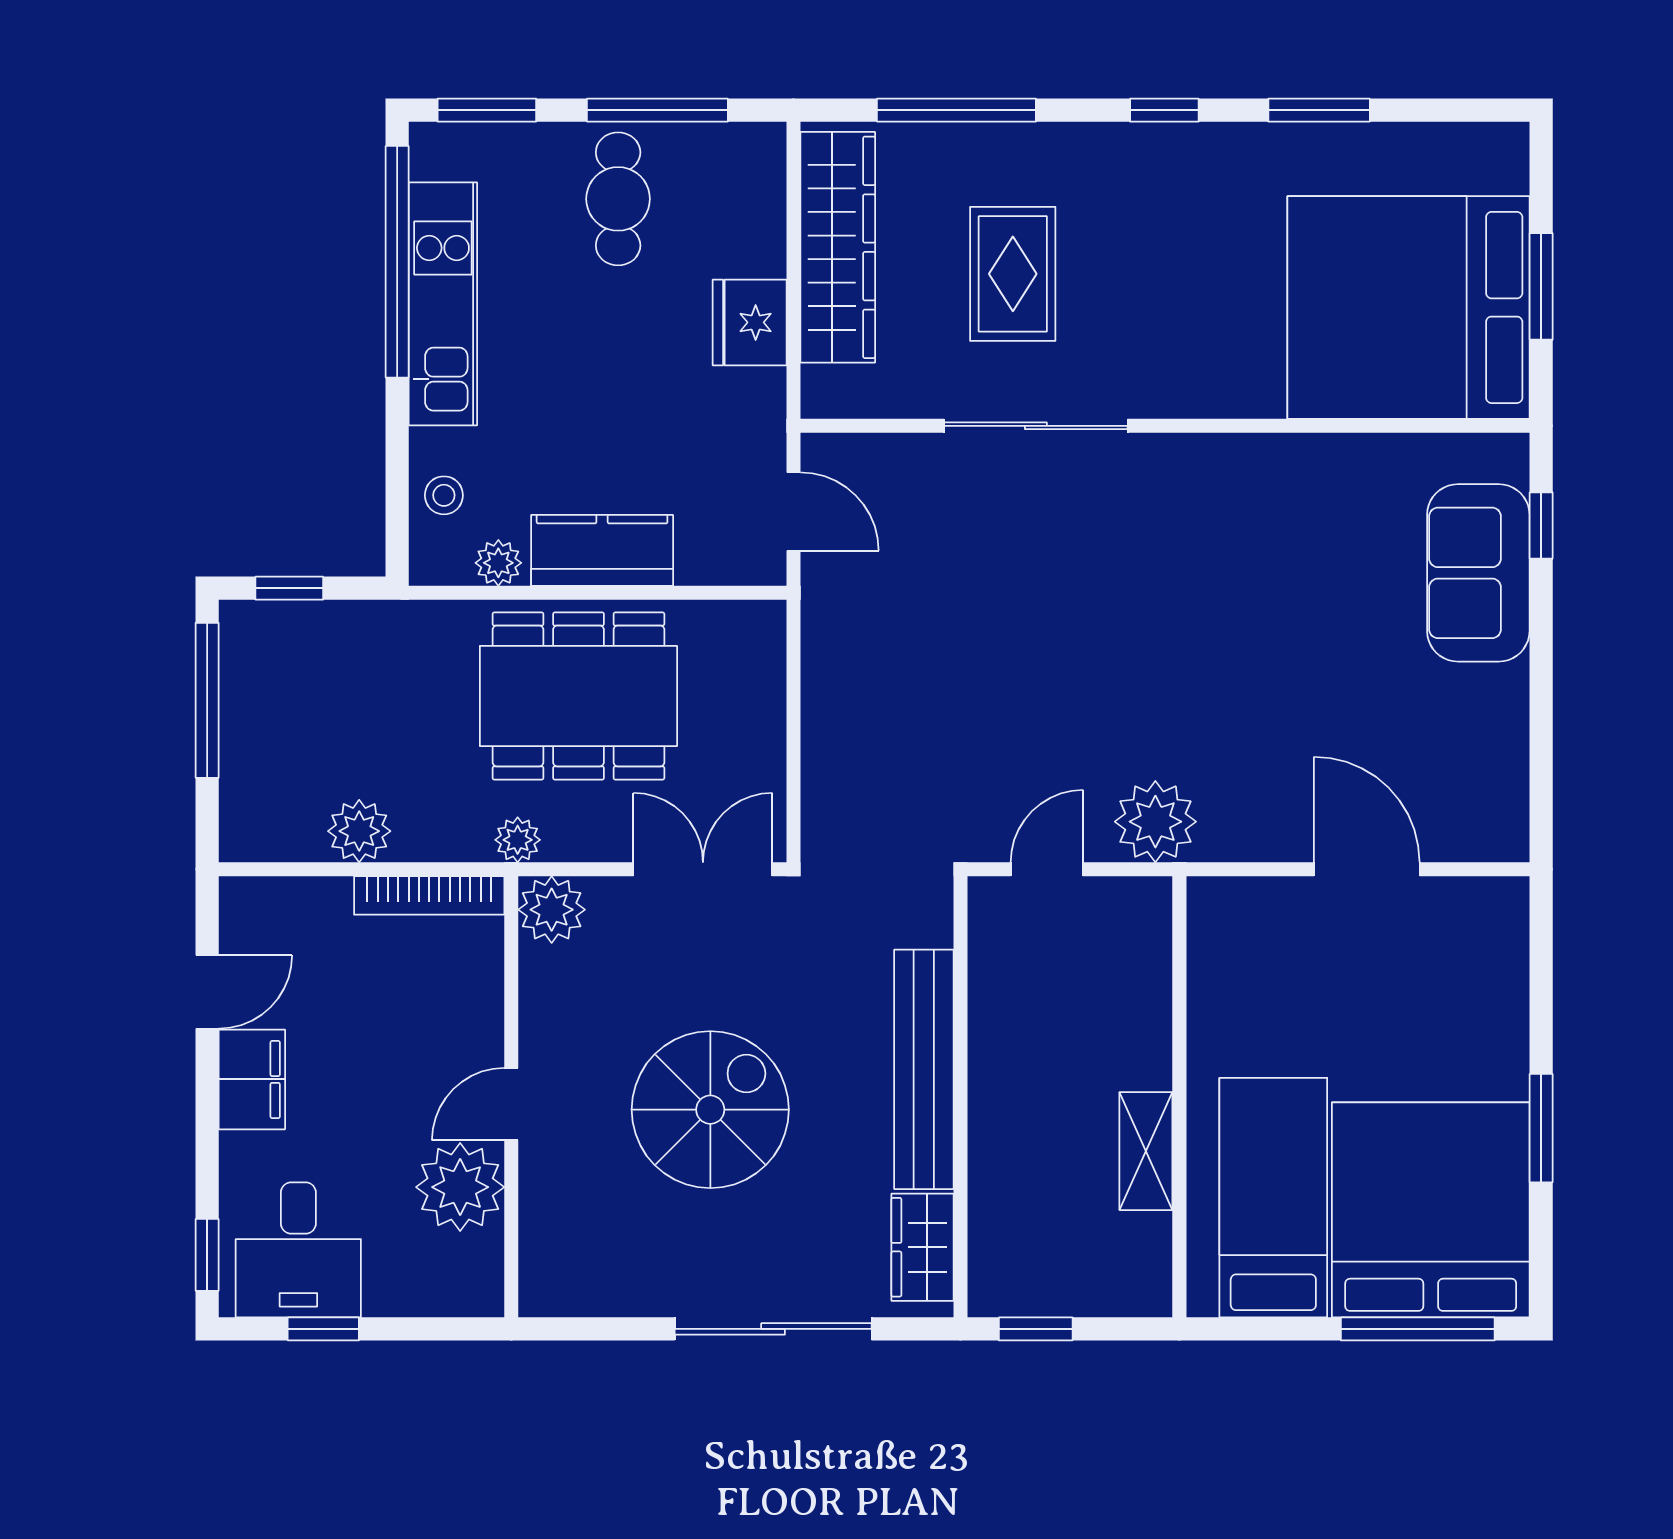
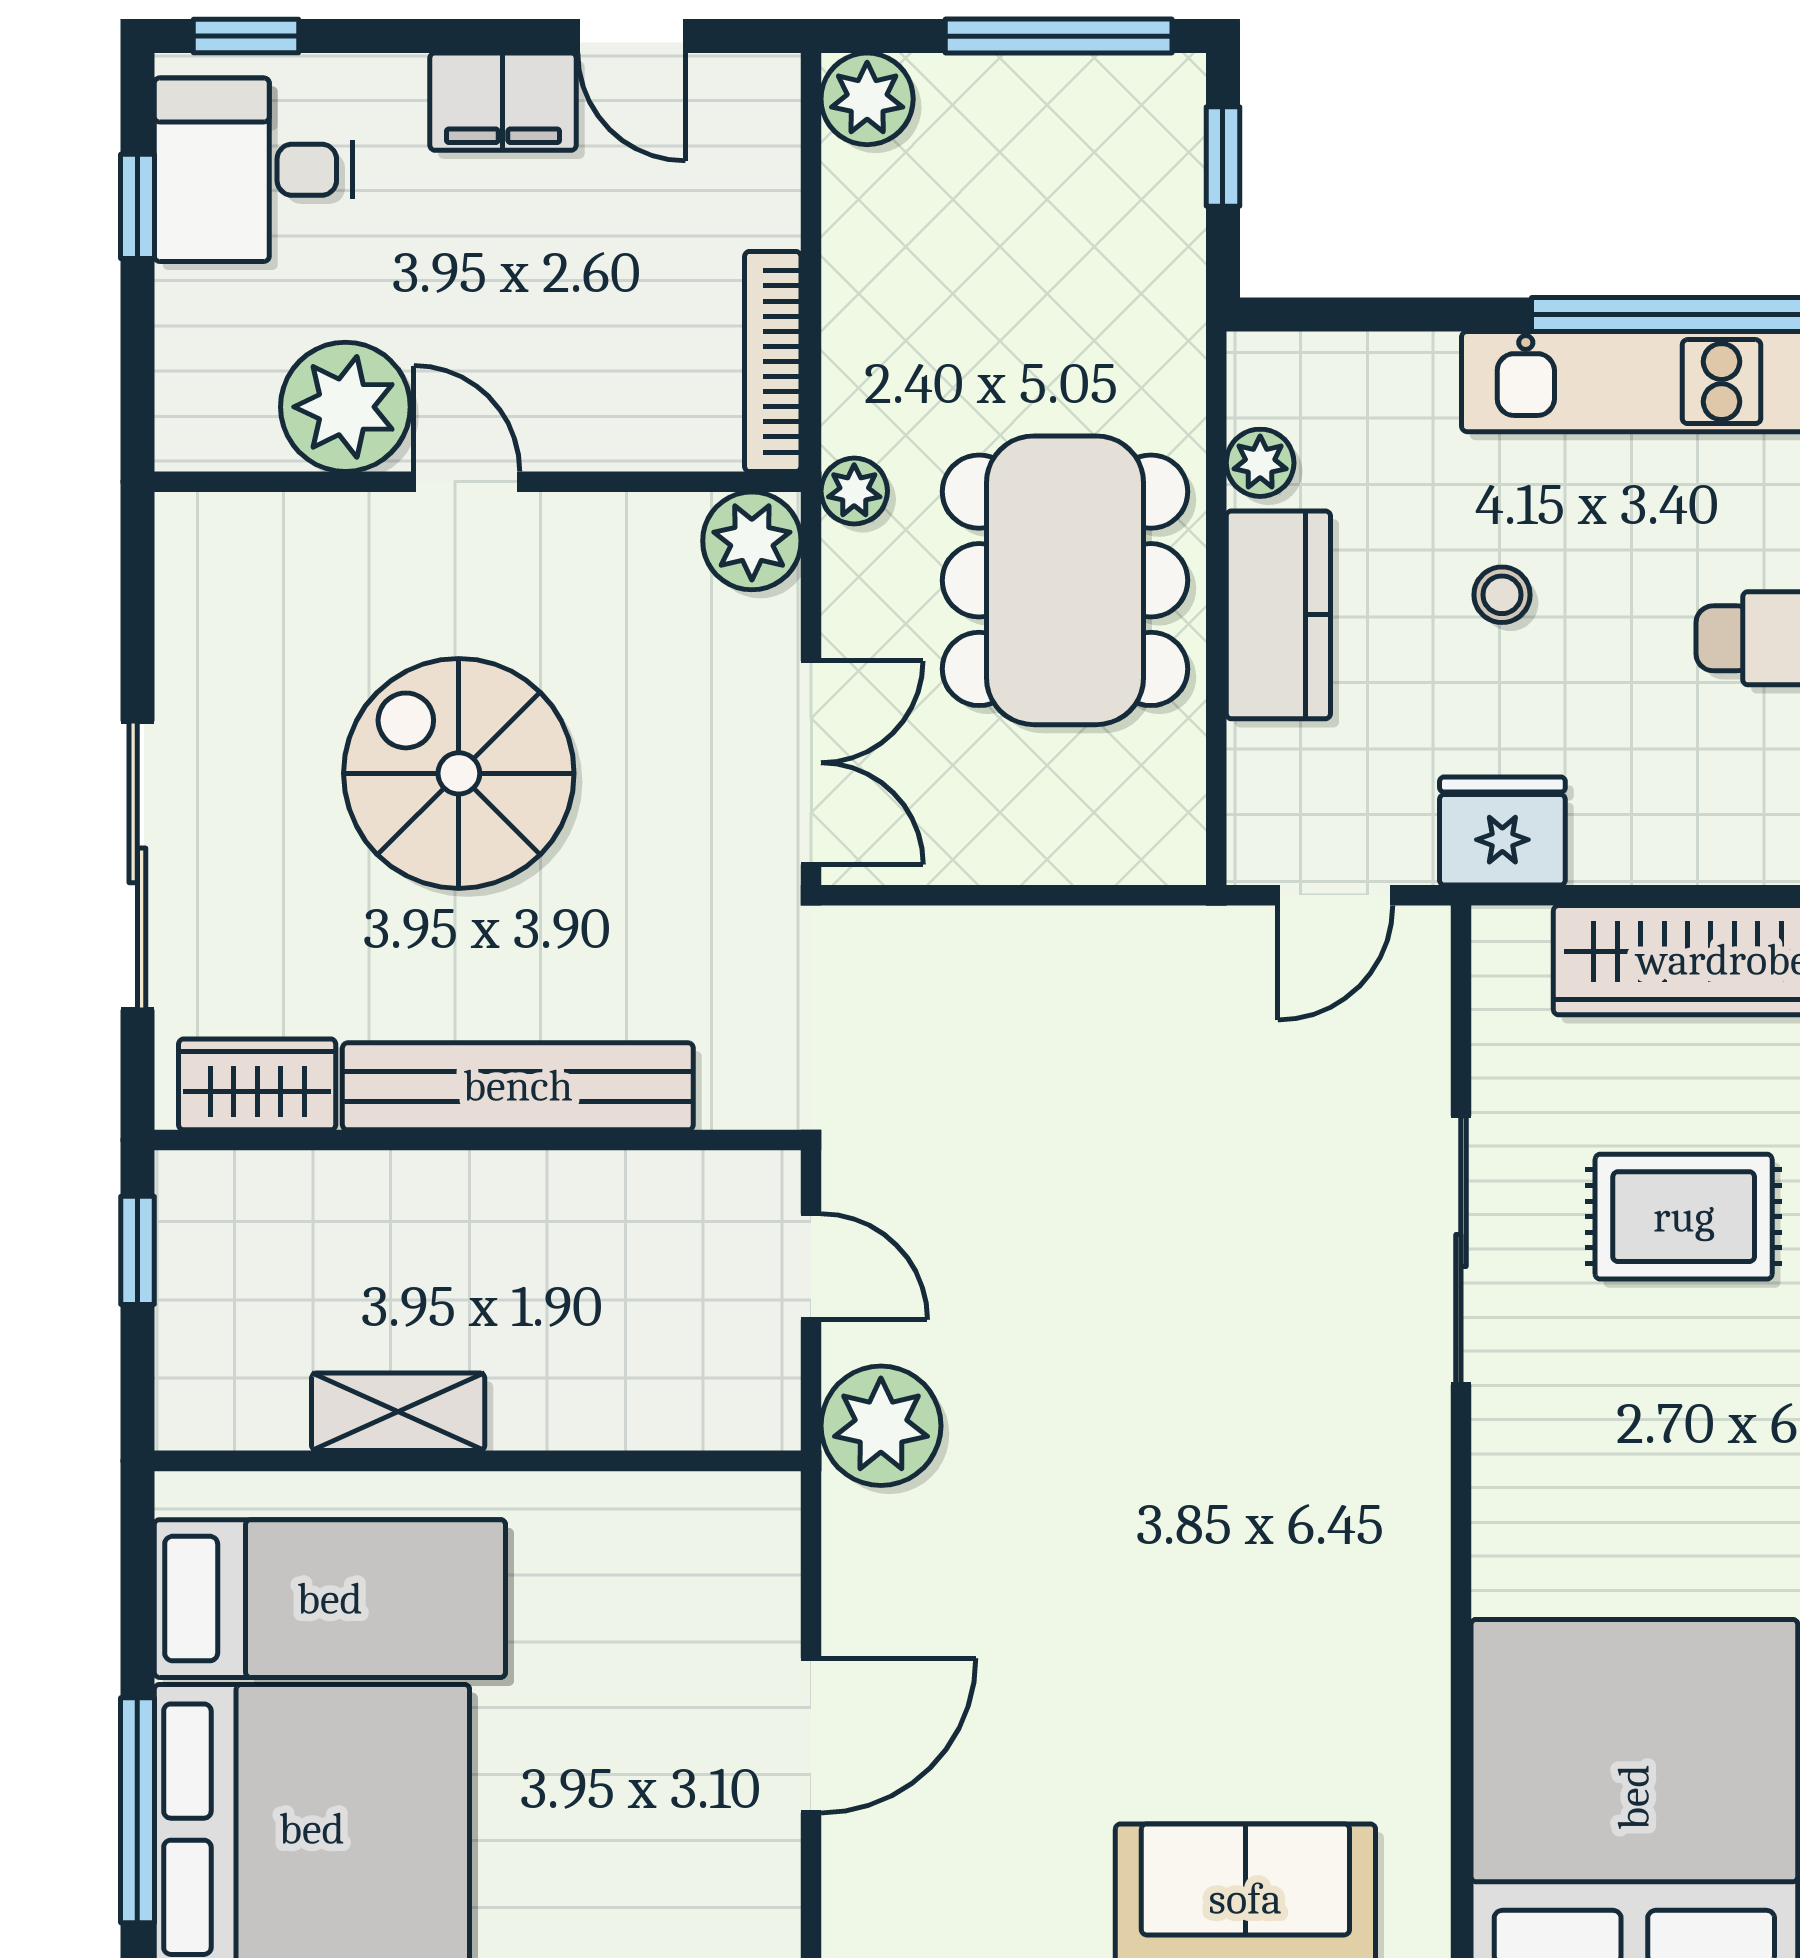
fridge: (750, 322) -> (1502, 831), moved
stool: (444, 495) -> (1502, 595), moved
plant: (359, 831) -> (867, 99), moved
spiral stairs: (710, 1110) -> (459, 773), turned 180

